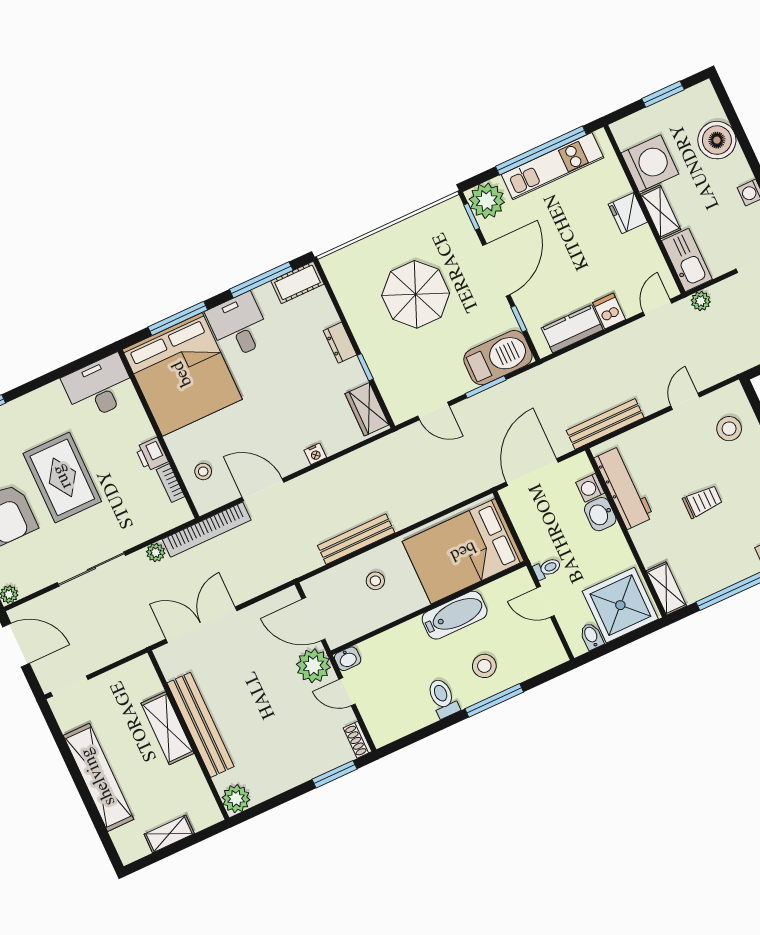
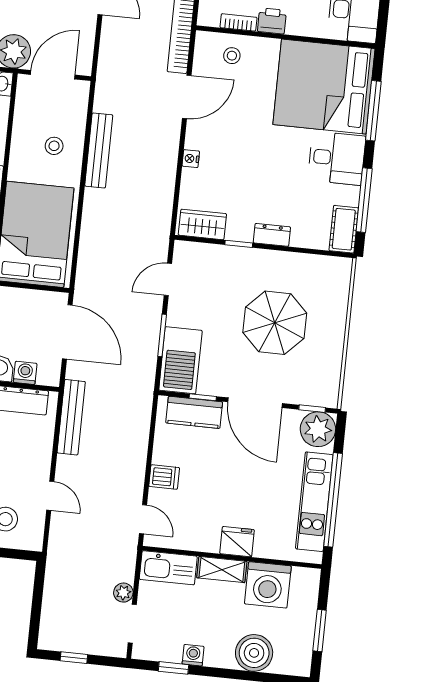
plant: (701, 301) -> (123, 593), moved
kitchen counter: (572, 329) -> (194, 412), moved, turned 90

